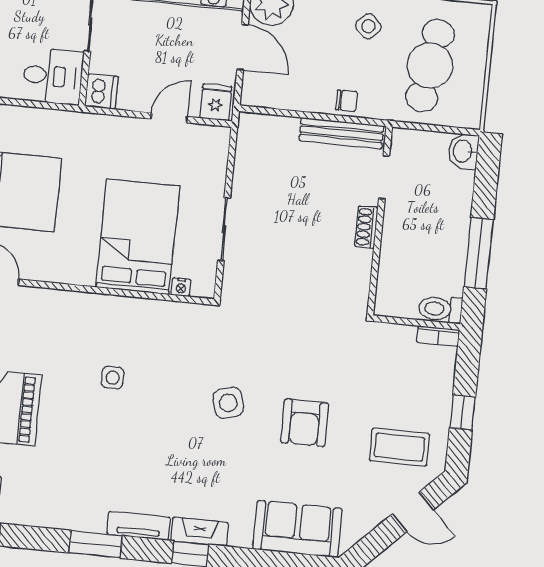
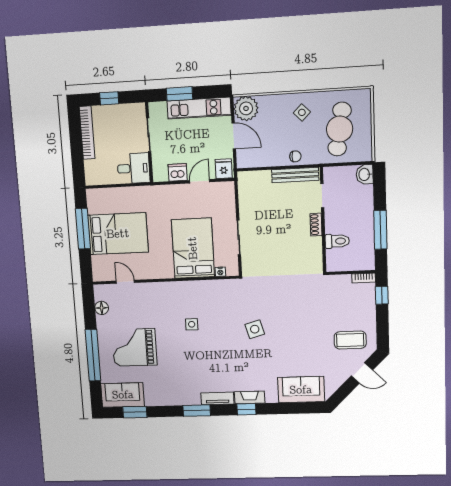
dishwasher: (101, 92) -> (178, 172), moved, turned -90
toilet: (440, 309) -> (337, 241), moved, turned 180
window: (462, 412) -> (382, 295), moved
armchair: (305, 423) -> (297, 334), removed

